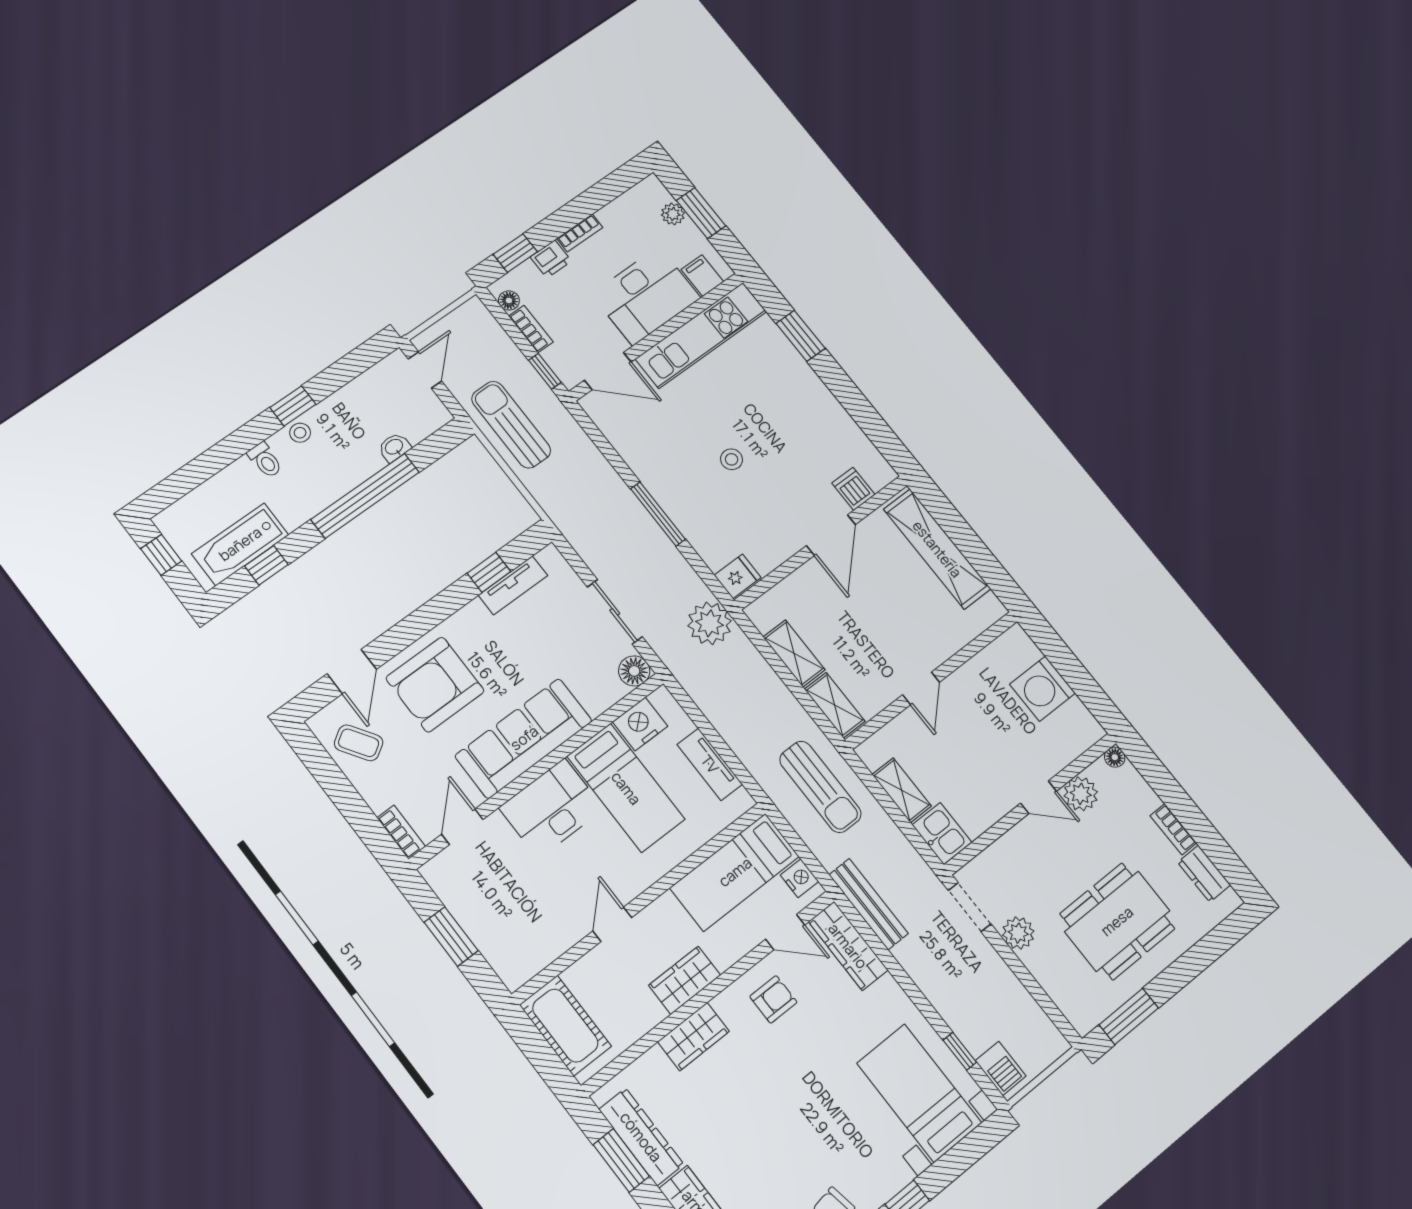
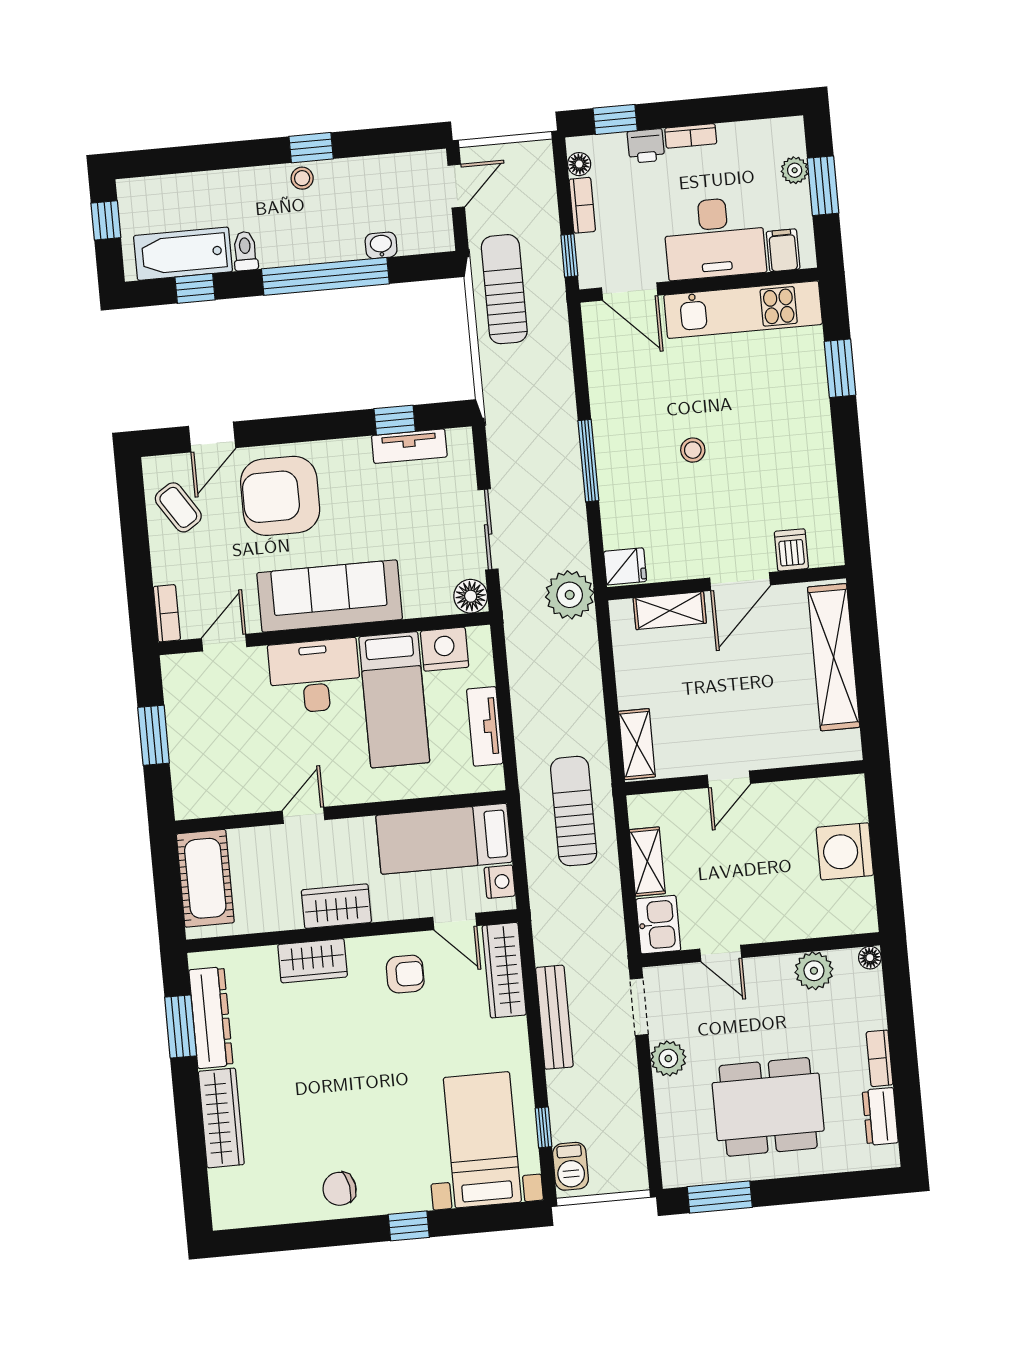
toilet: (265, 460) -> (245, 251), moved, turned 180
shelving: (794, 653) -> (670, 611), moved, turned 90
sun lounger: (820, 787) -> (574, 811), turned 180
door: (1038, 797) -> (721, 953), moved
bench: (869, 904) -> (554, 1017), moved

